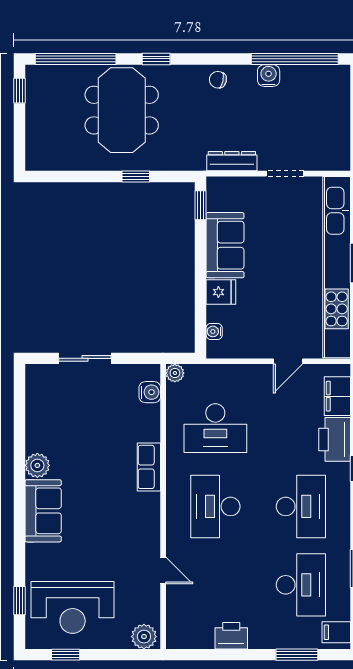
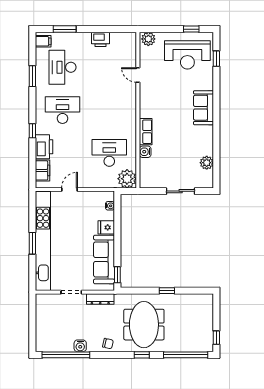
meeting table: (122, 110) -> (144, 325), moved
window: (136, 176) -> (167, 291), moved
sofa: (225, 245) -> (104, 259), width x1.36
plant: (175, 373) -> (127, 179), width x1.88, depth x1.88
water cooler: (150, 392) -> (145, 152), moved
plant: (37, 465) -> (207, 163), moved
desk: (215, 506) -> (109, 110), removed
desk: (301, 506) -> (62, 110), turned 90
reception desk: (73, 607) -> (187, 55), turned 180

